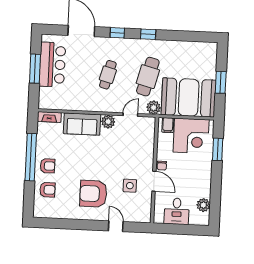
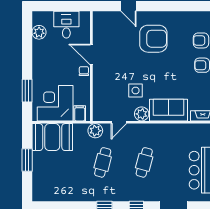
cafe table: (148, 77) -> (103, 162), width x0.73, depth x0.74
booth: (189, 97) -> (52, 137), width x0.73, depth x0.70
side table: (130, 186) -> (136, 90), moved

